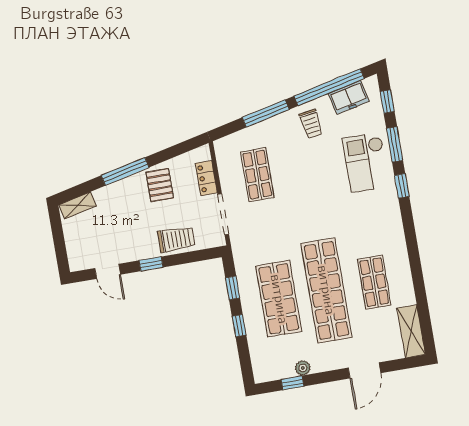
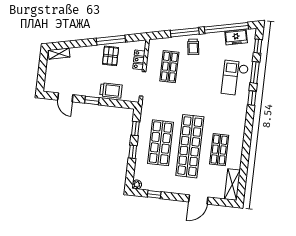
trolley: (311, 124) -> (193, 47), moved
window: (125, 171) -> (111, 40), moved
plant: (303, 368) -> (137, 184), moved

